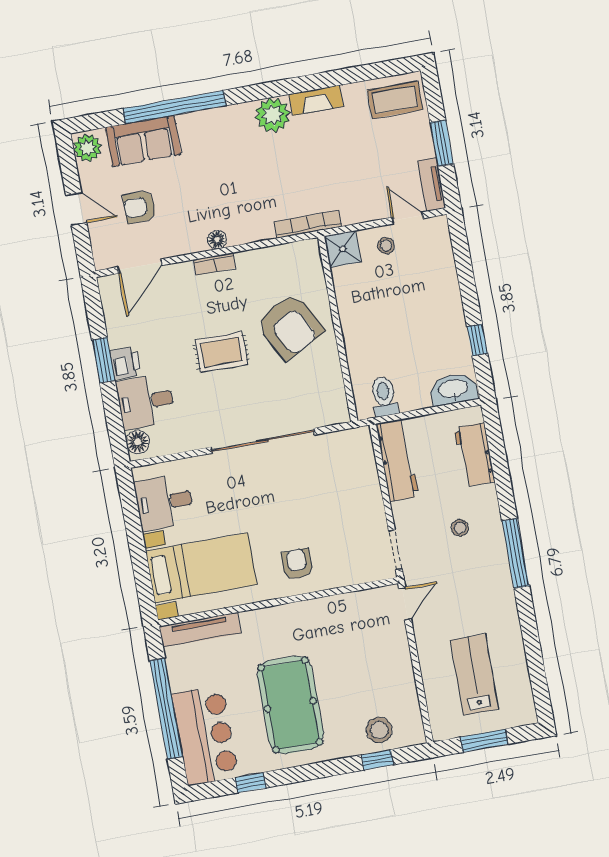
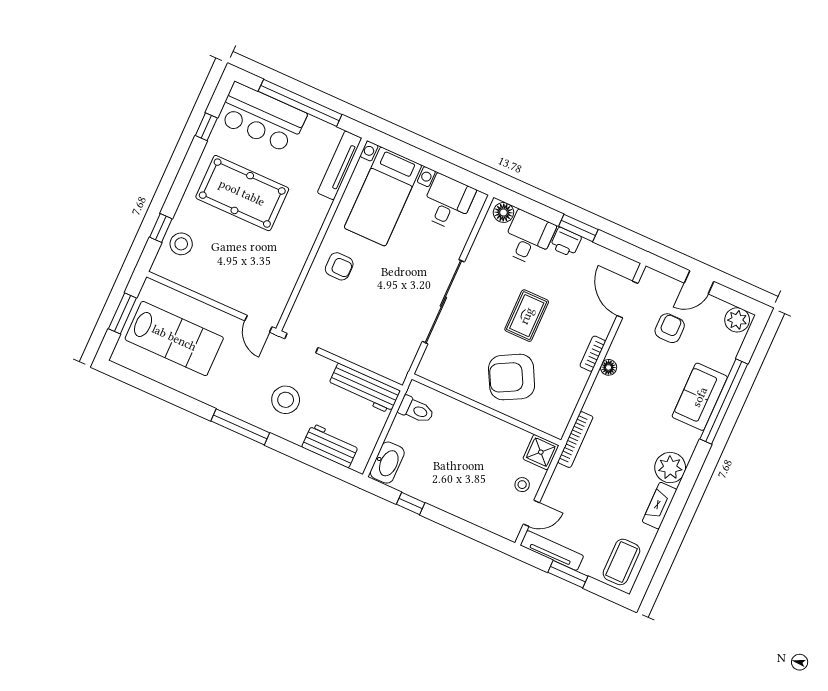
sofa: (143, 141) -> (700, 397), moved
tv unit: (432, 184) -> (552, 550), width x1.41
stool: (460, 528) -> (286, 400), width x1.89, depth x1.89
lab bench: (474, 675) -> (174, 338), width x1.36, depth x1.39

